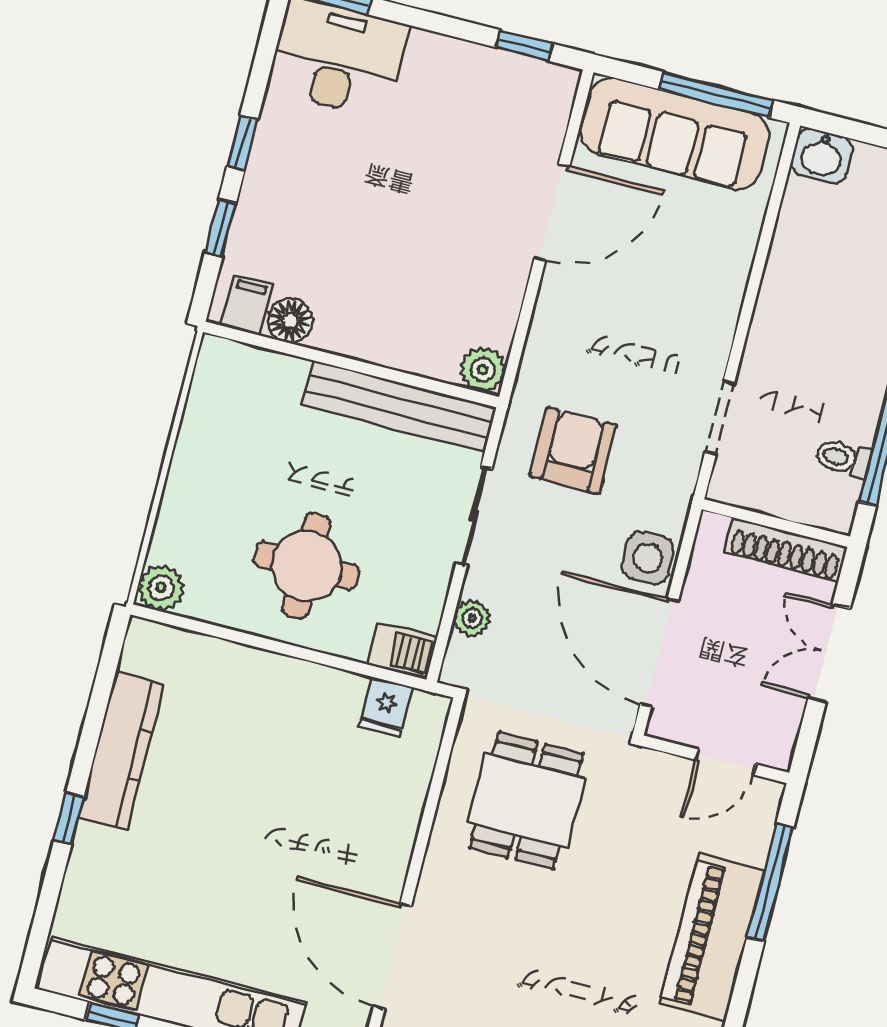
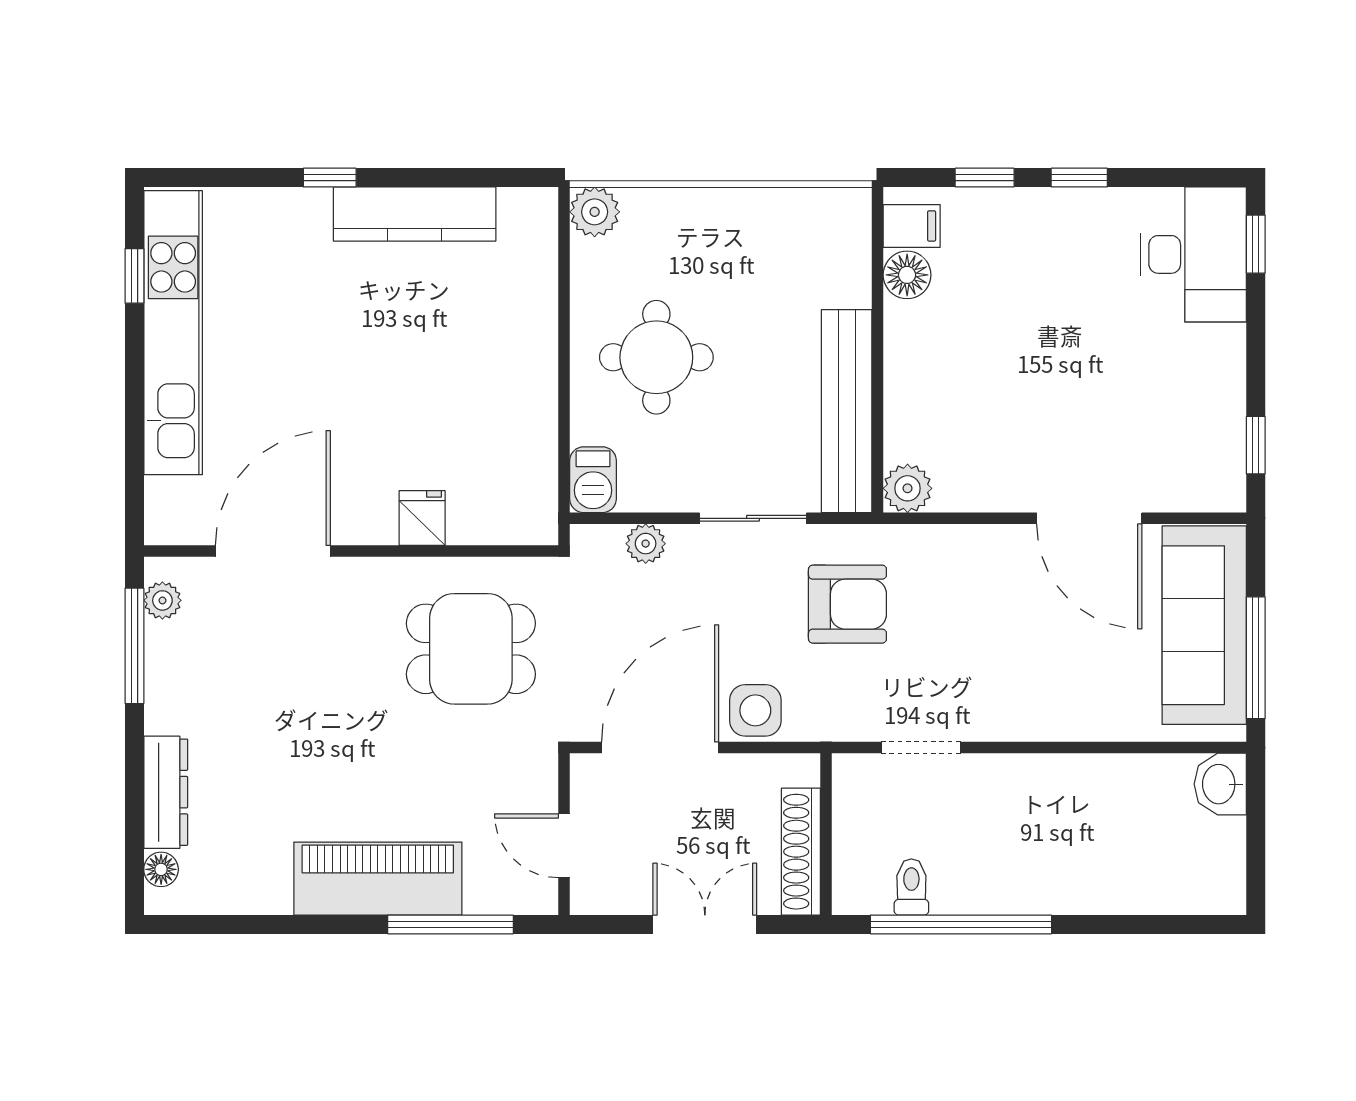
fridge: (386, 706) -> (422, 518), moved, turned 90

